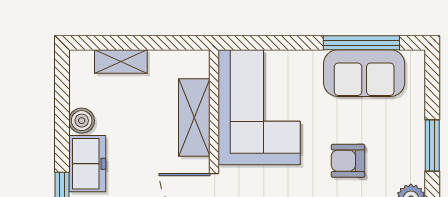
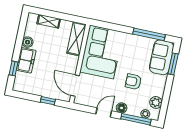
sofa: (364, 73) -> (162, 57), moved, turned 90
shelving: (194, 117) -> (76, 39), moved
window: (432, 146) -> (173, 64), moved

